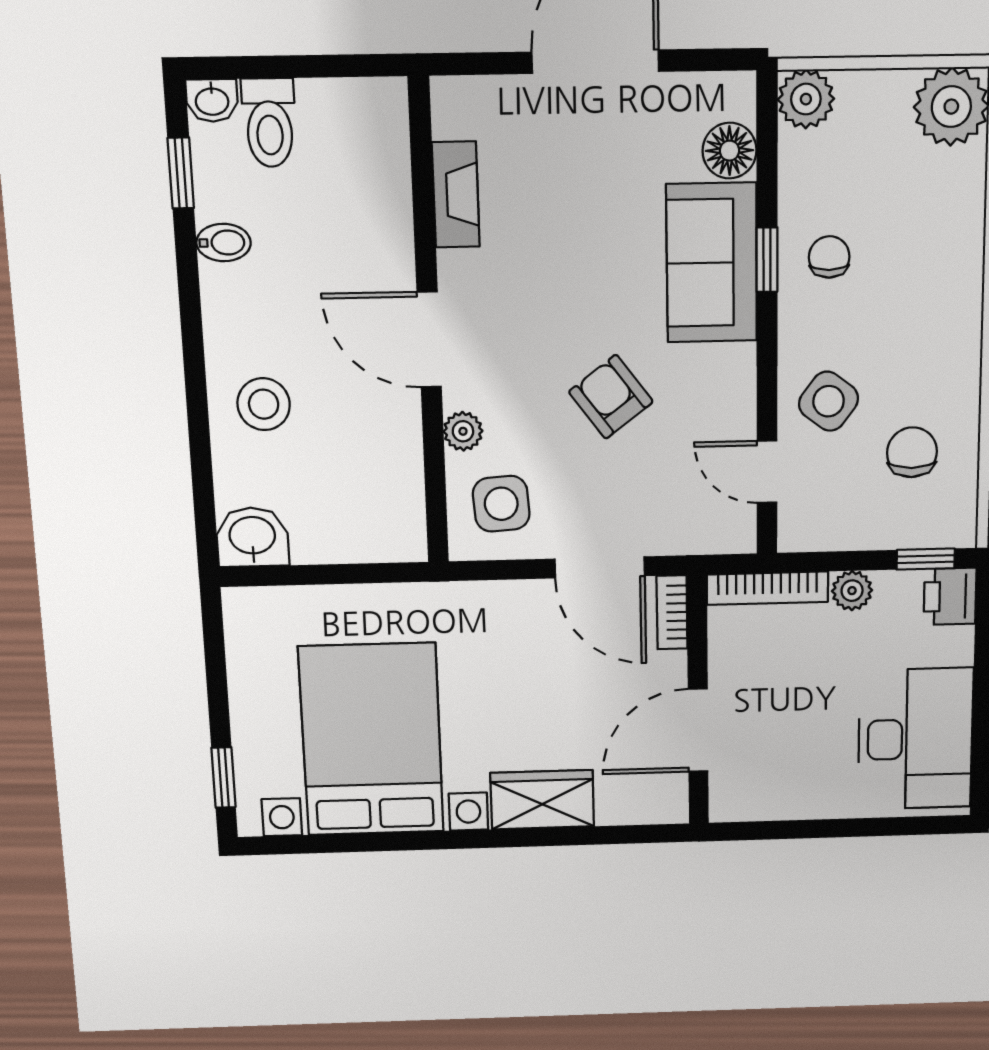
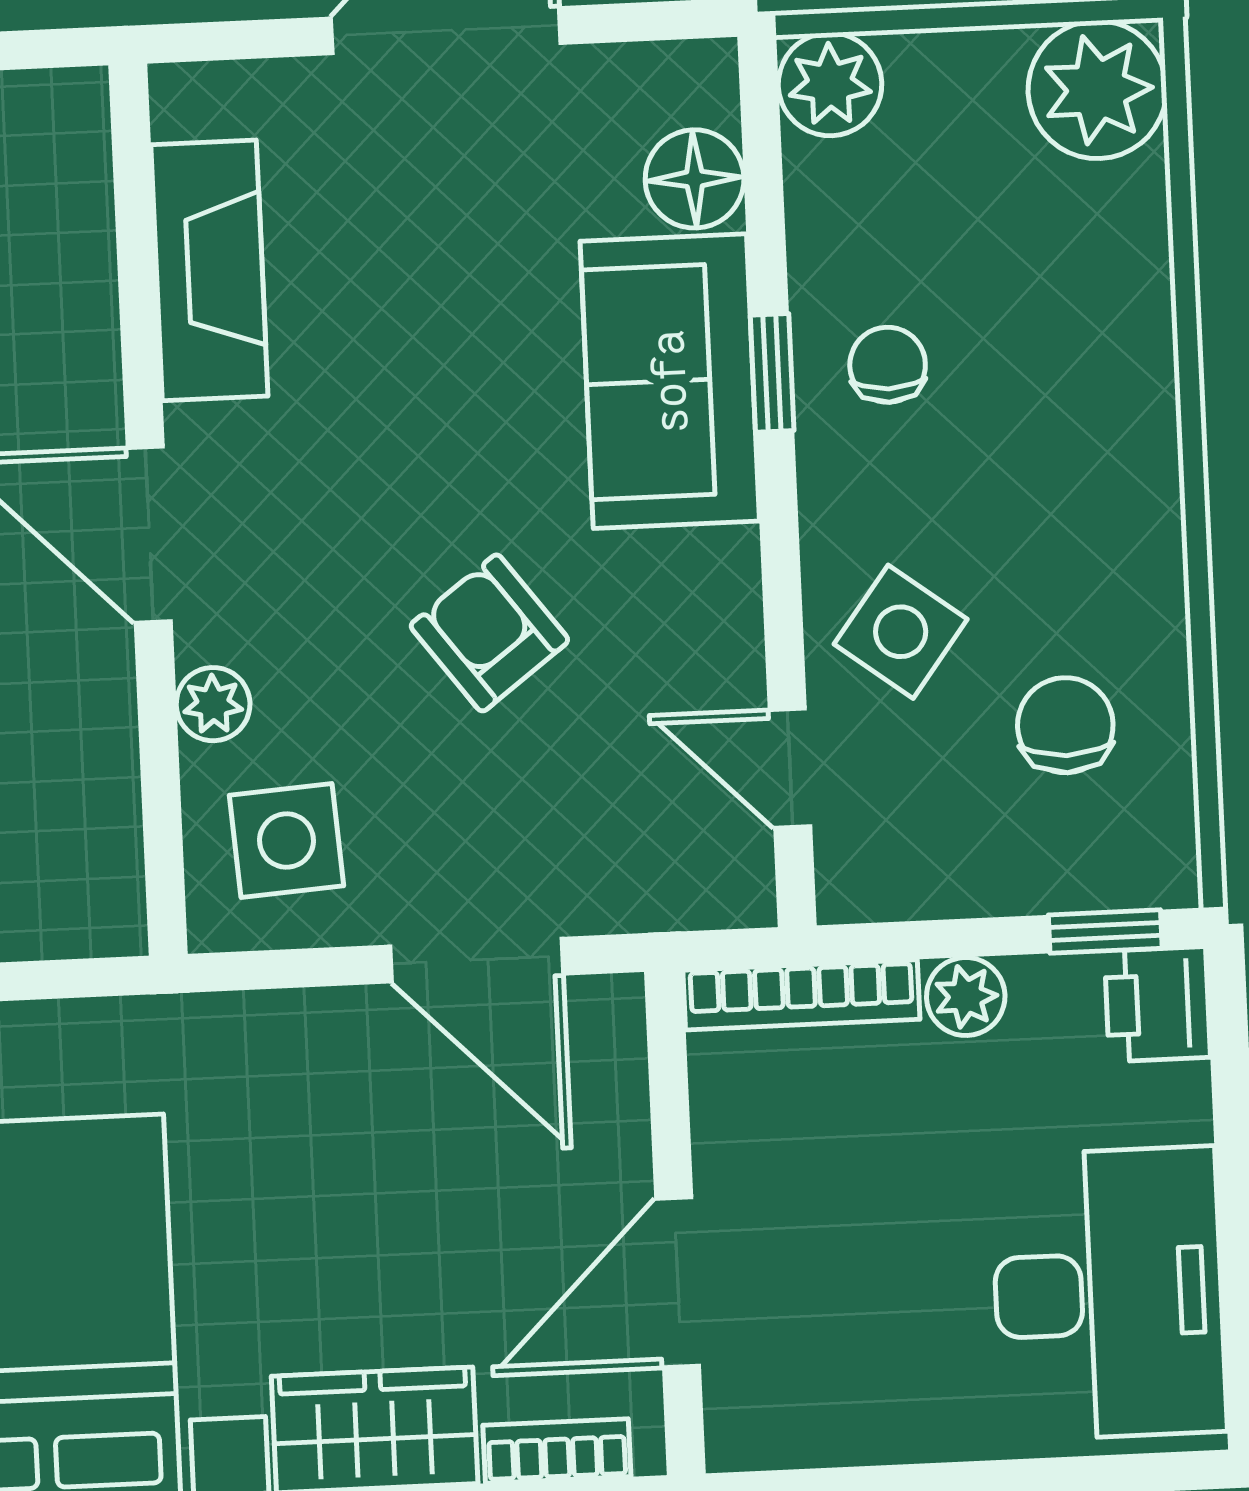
fireplace: (456, 195) -> (209, 270), width x1.37, depth x1.32
bookcase: (672, 612) -> (557, 1451), moved, turned 90

